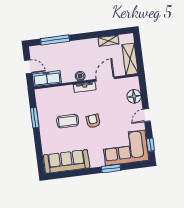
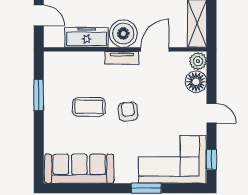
boiler: (80, 76) -> (123, 34), width x1.86, depth x1.86
freezer: (47, 79) -> (87, 37), moved
plant: (134, 83) -> (198, 61), added
door: (147, 115) -> (212, 113), swing flipped

